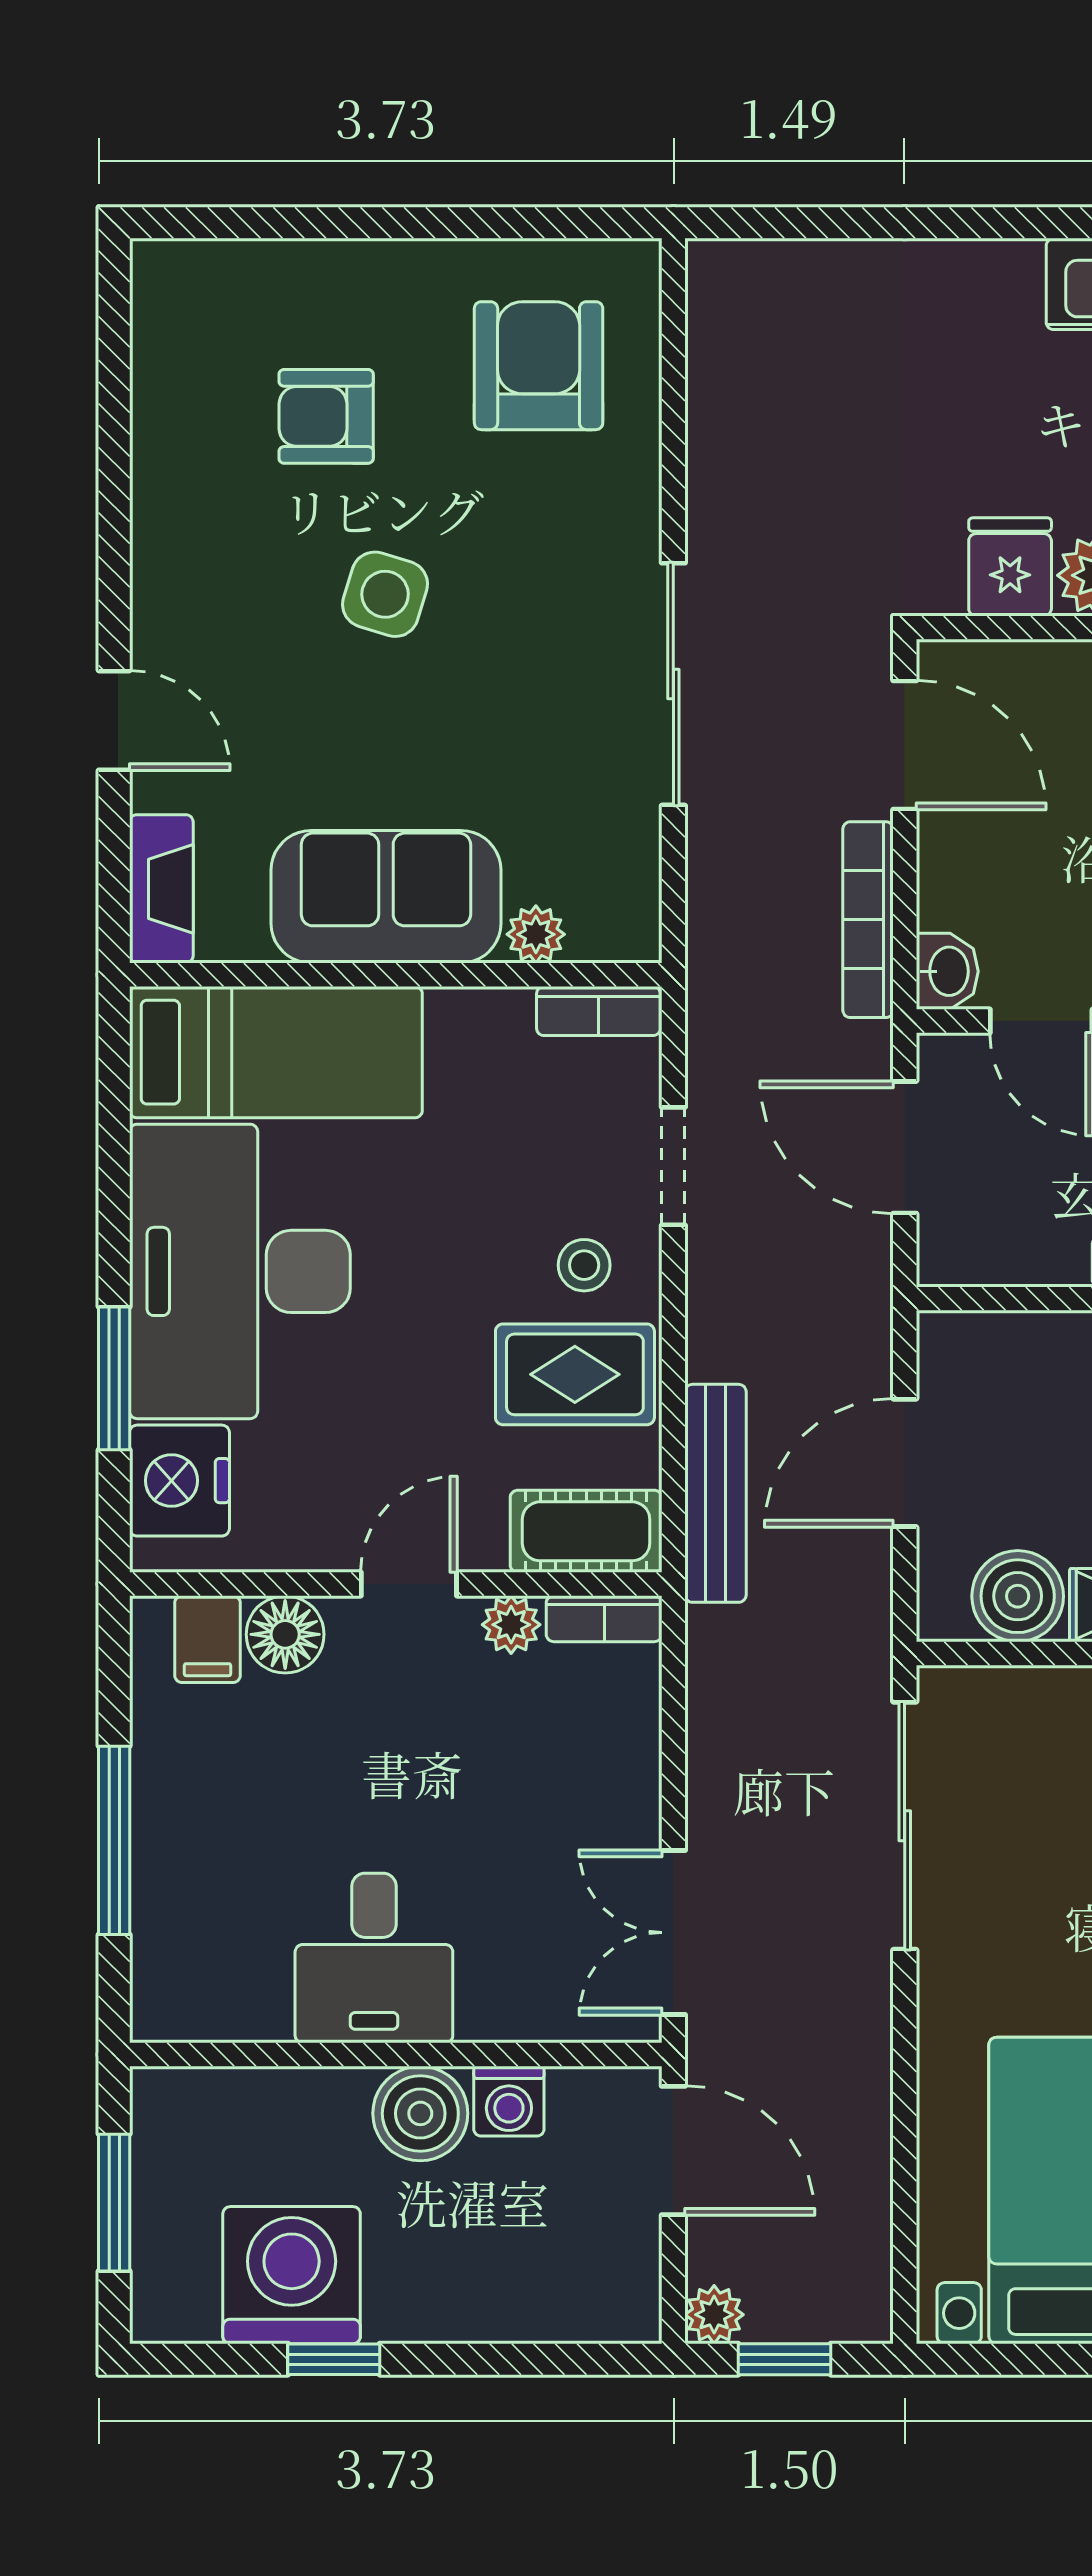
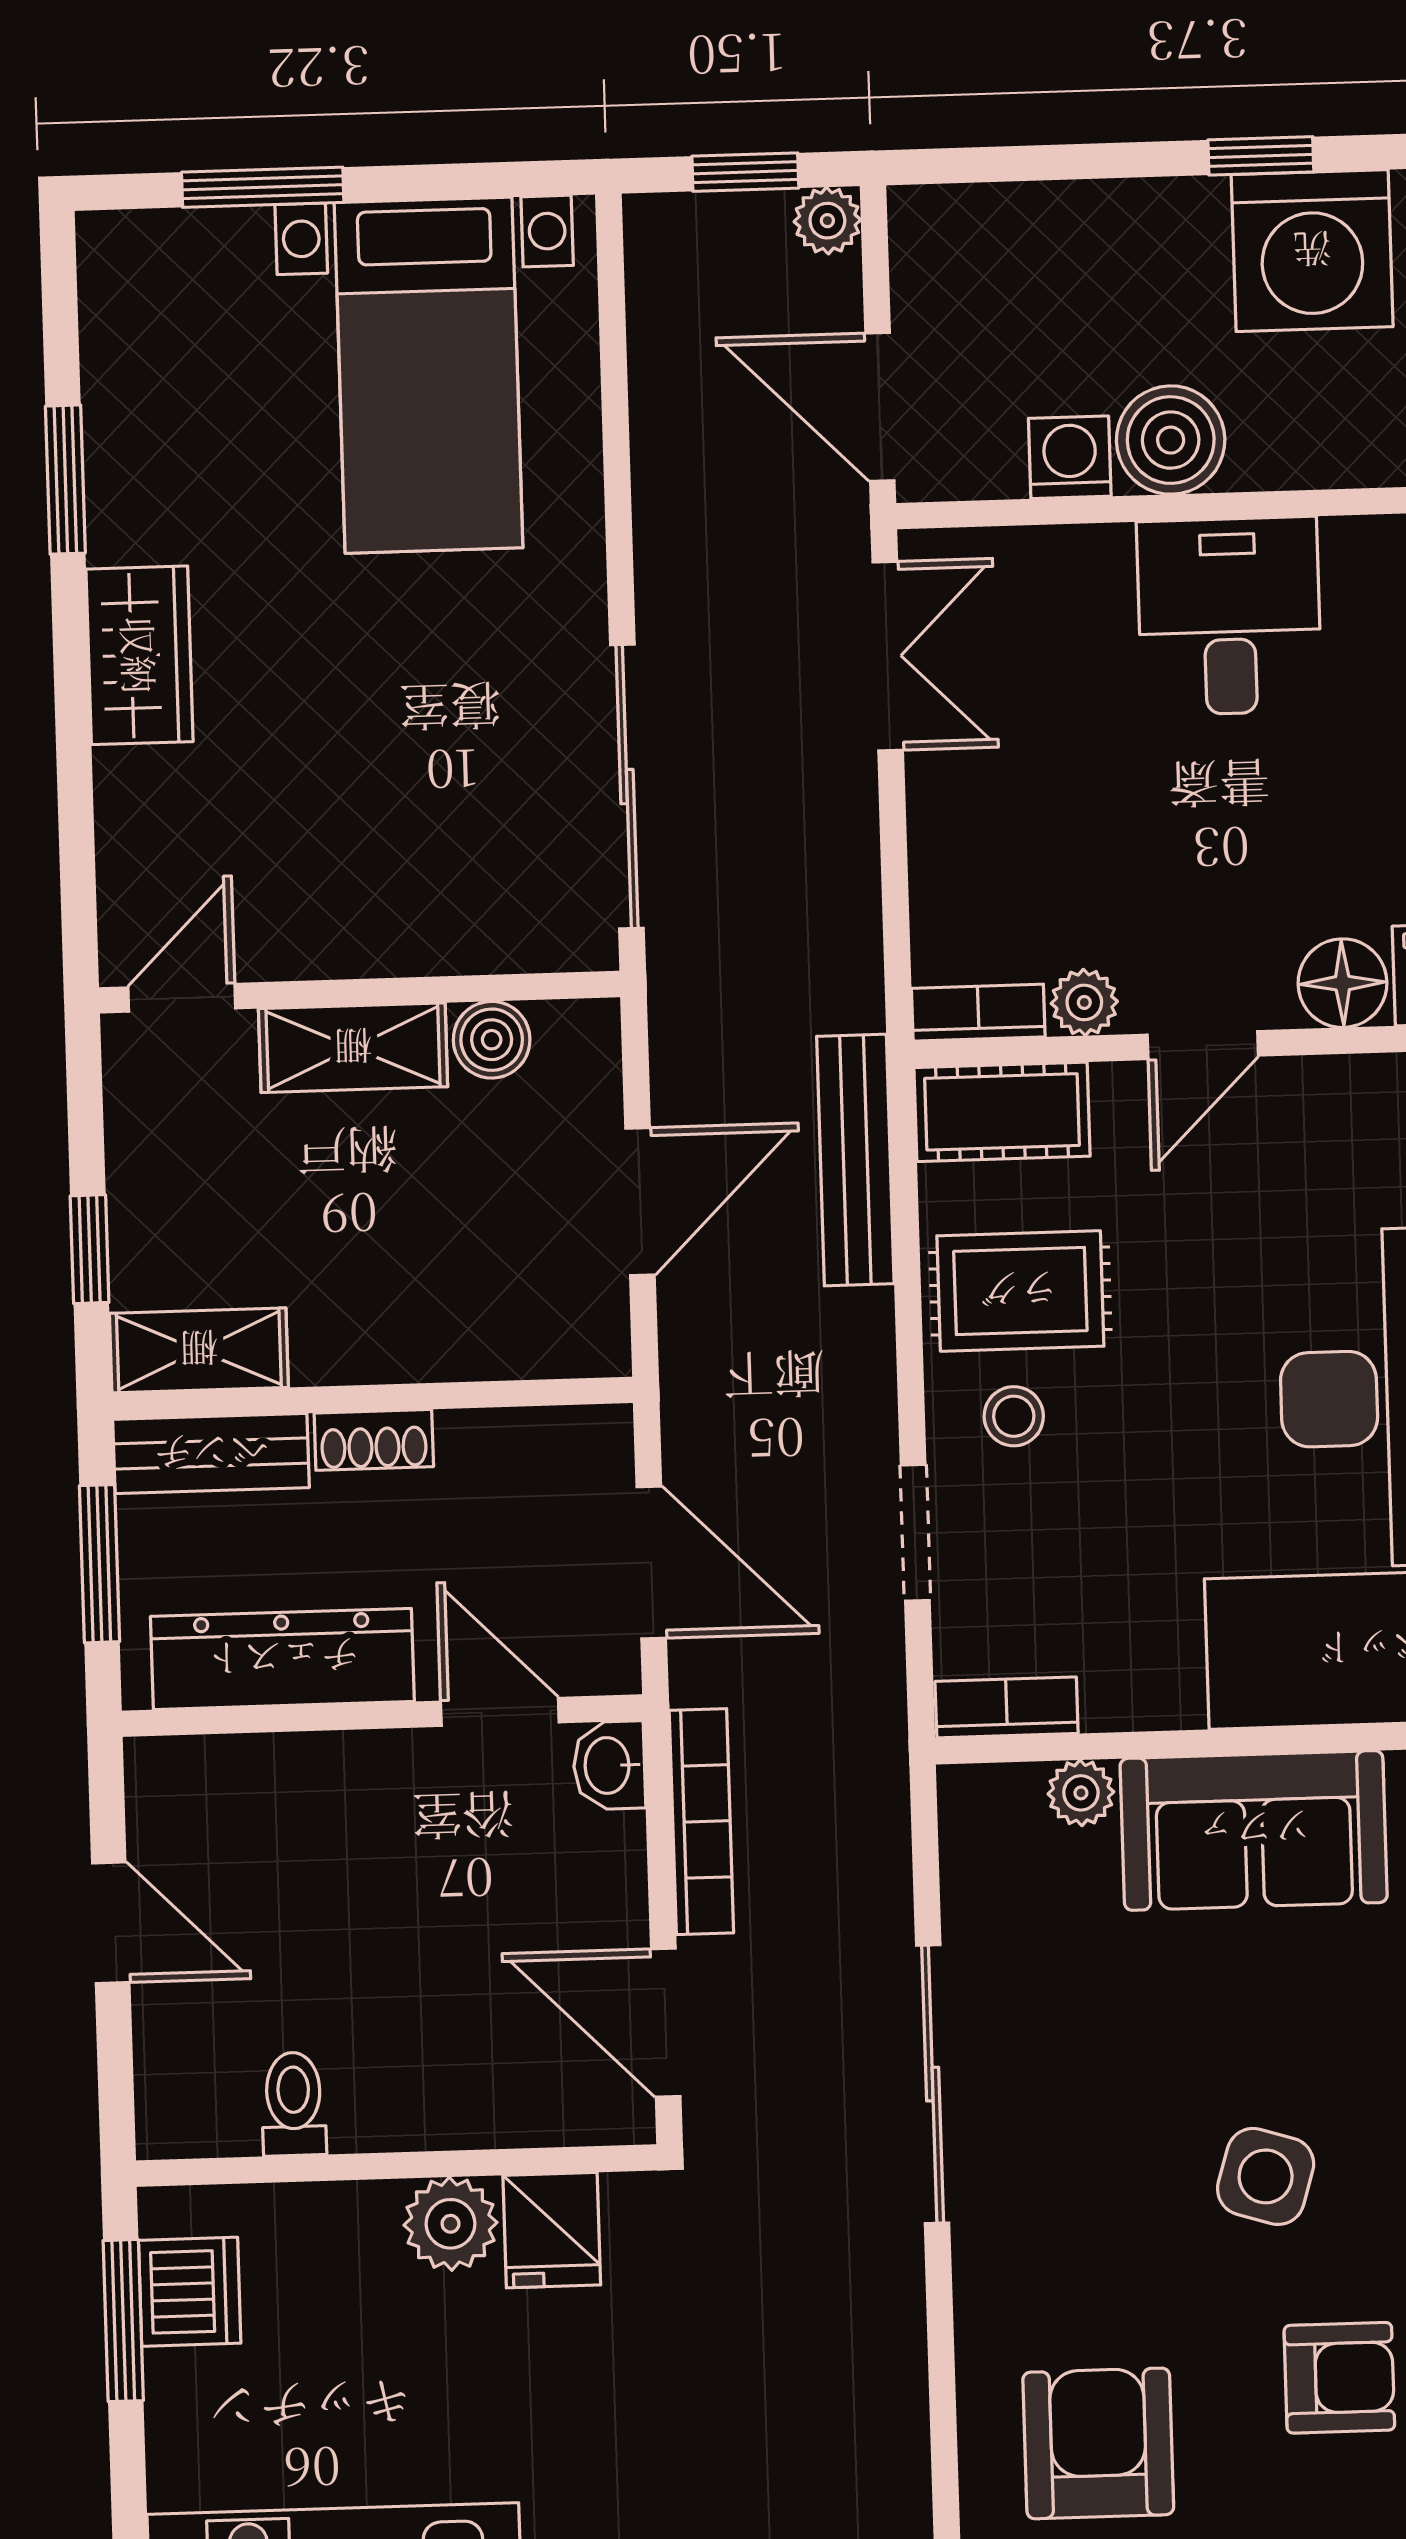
armchair: (539, 366) -> (1098, 2443), turned 180
boiler: (1018, 1596) -> (492, 1040), width x0.73, depth x0.73

